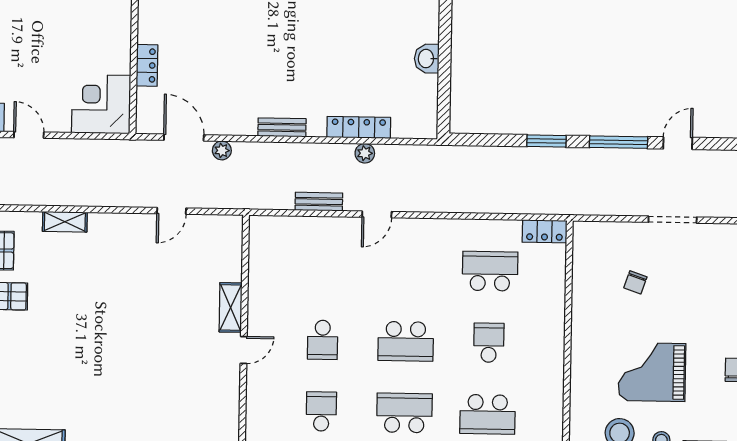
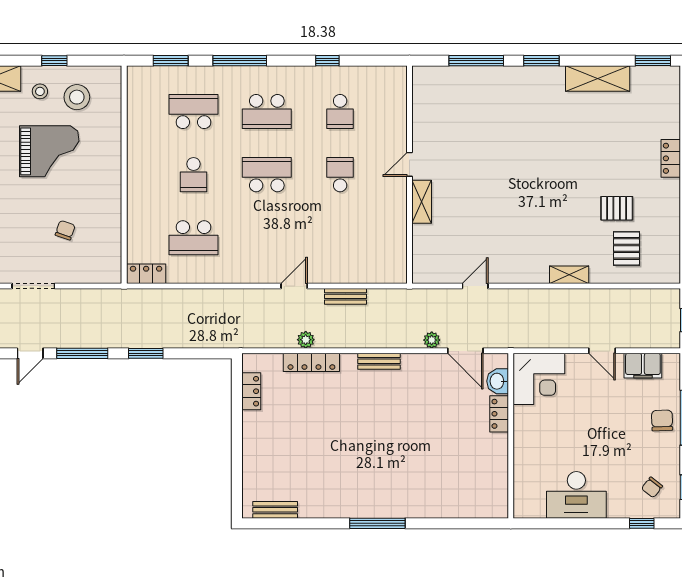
washbasin: (427, 59) -> (498, 381), moved, turned 180
locker: (428, 96) -> (251, 391), added

